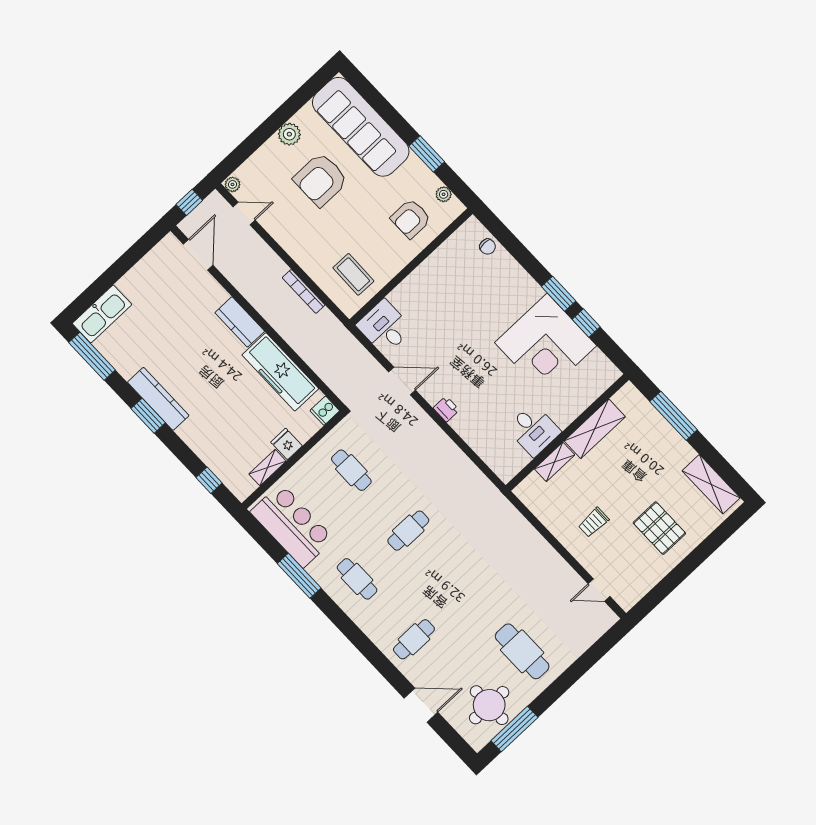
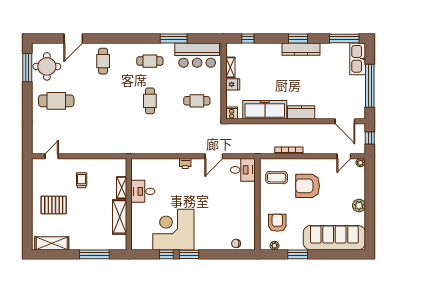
armchair: (321, 180) -> (308, 186), moved, turned -90
window: (122, 266) -> (370, 86), added

